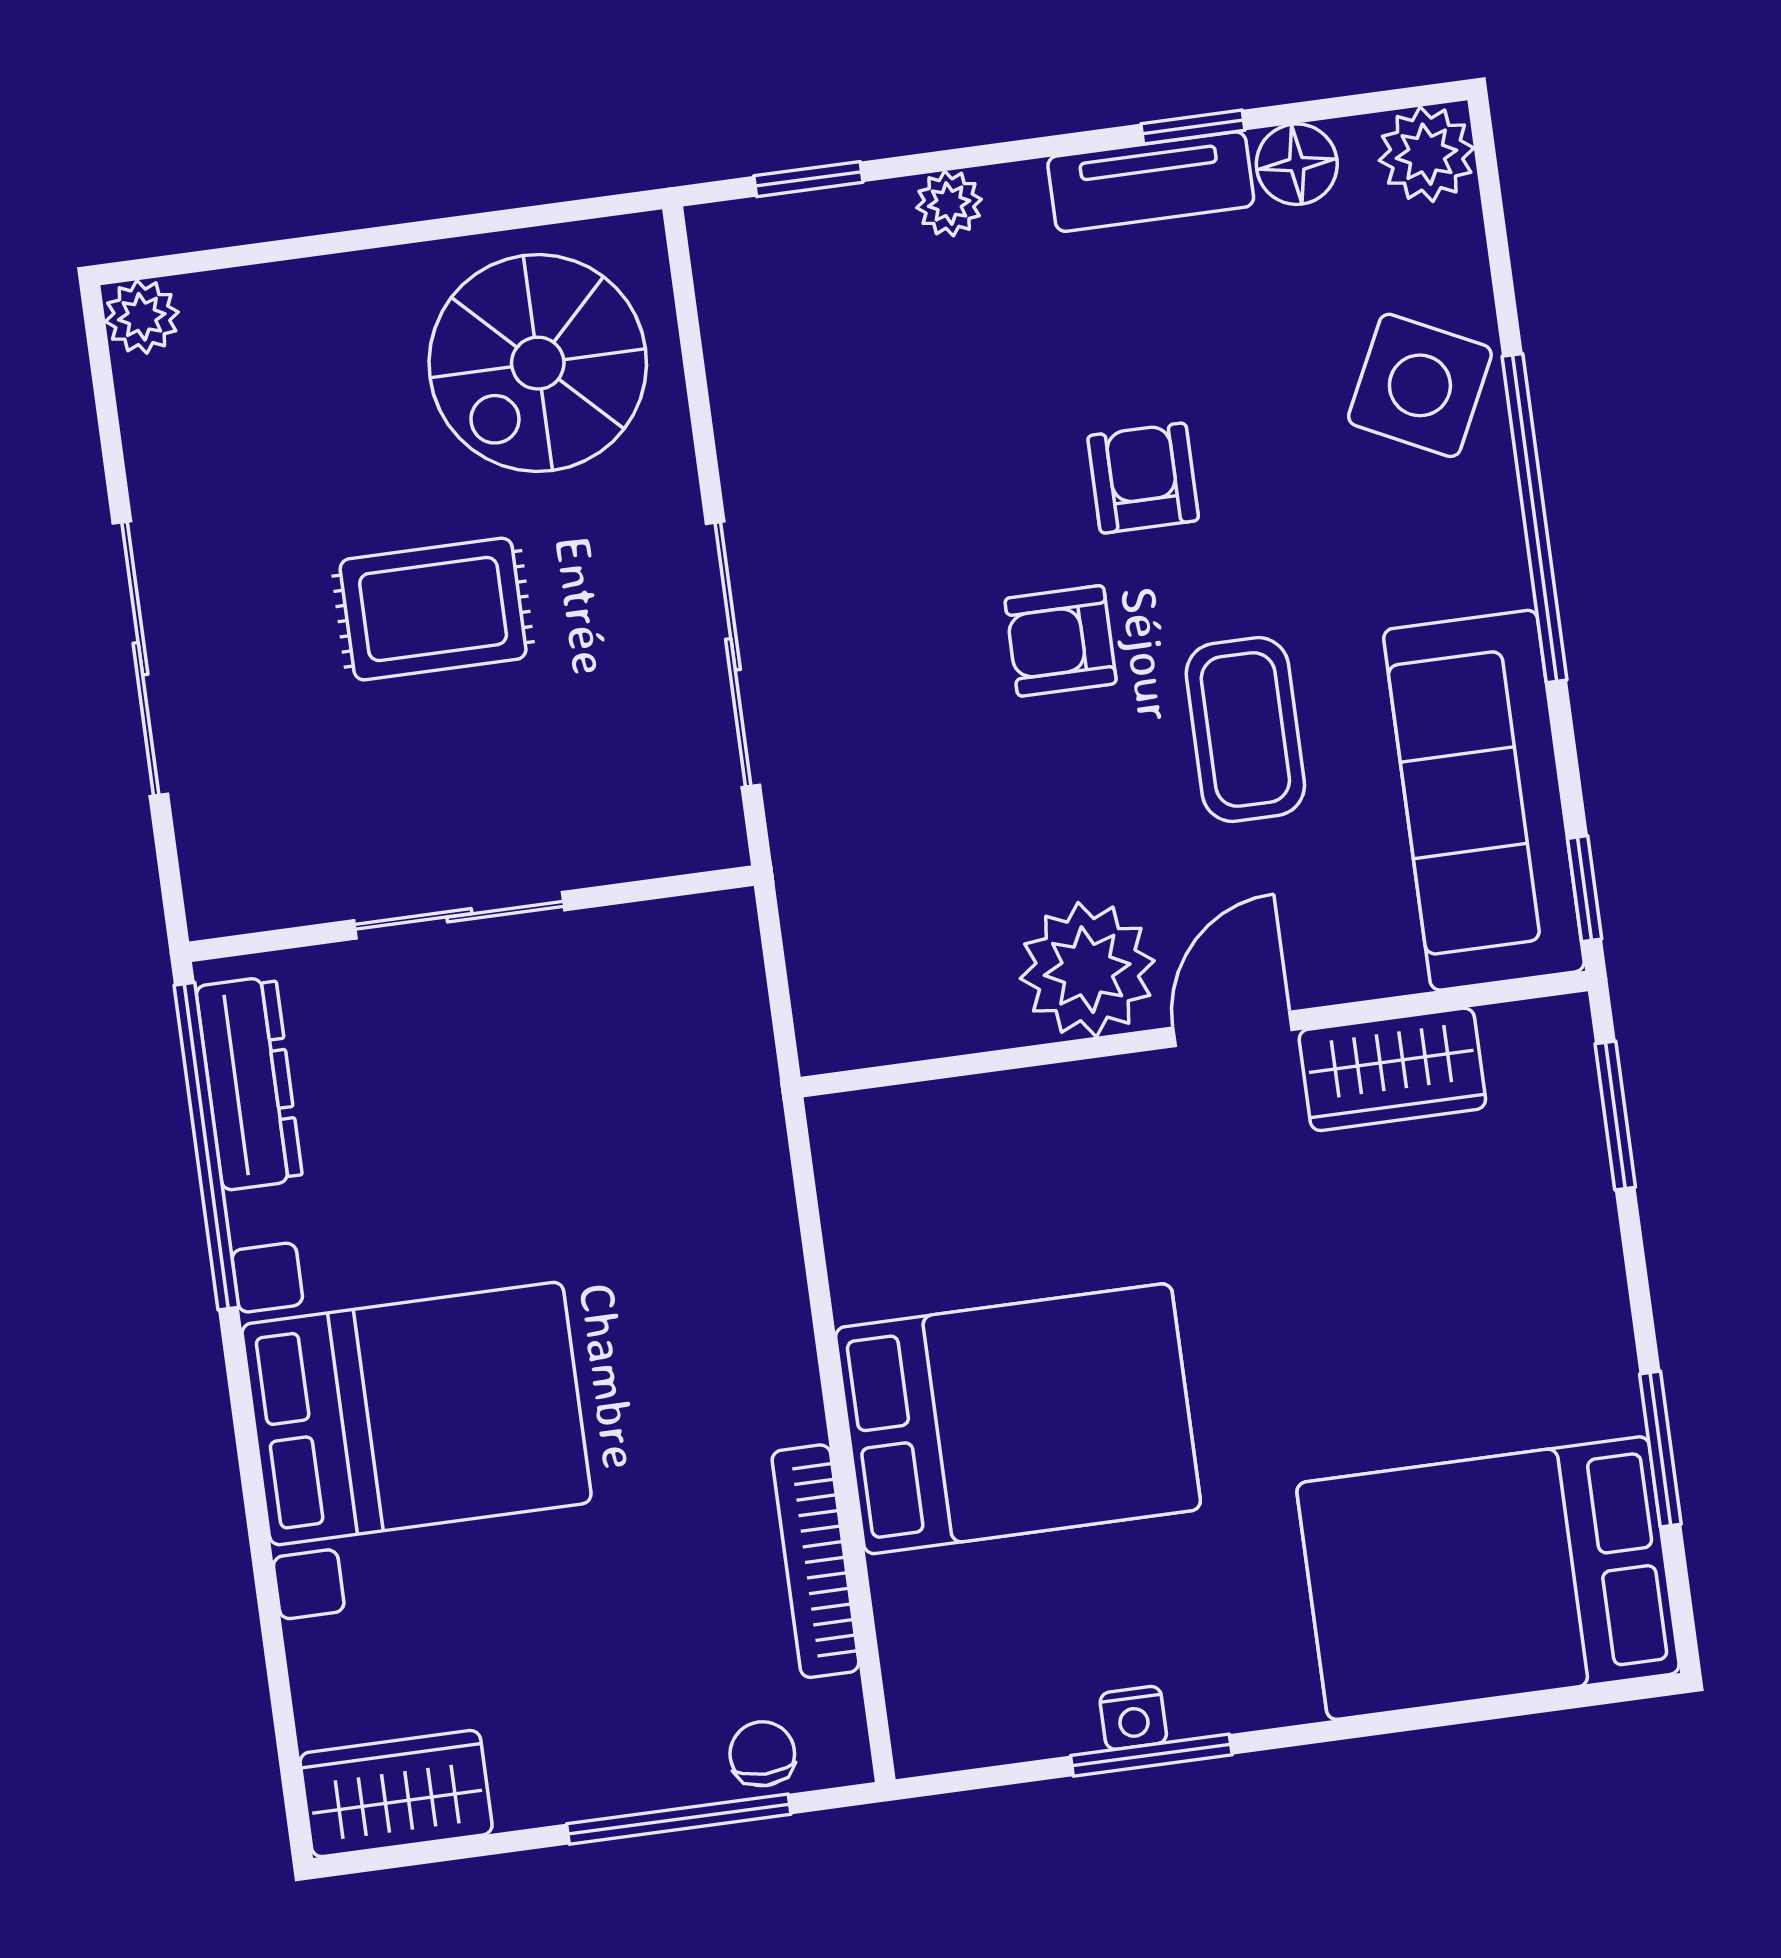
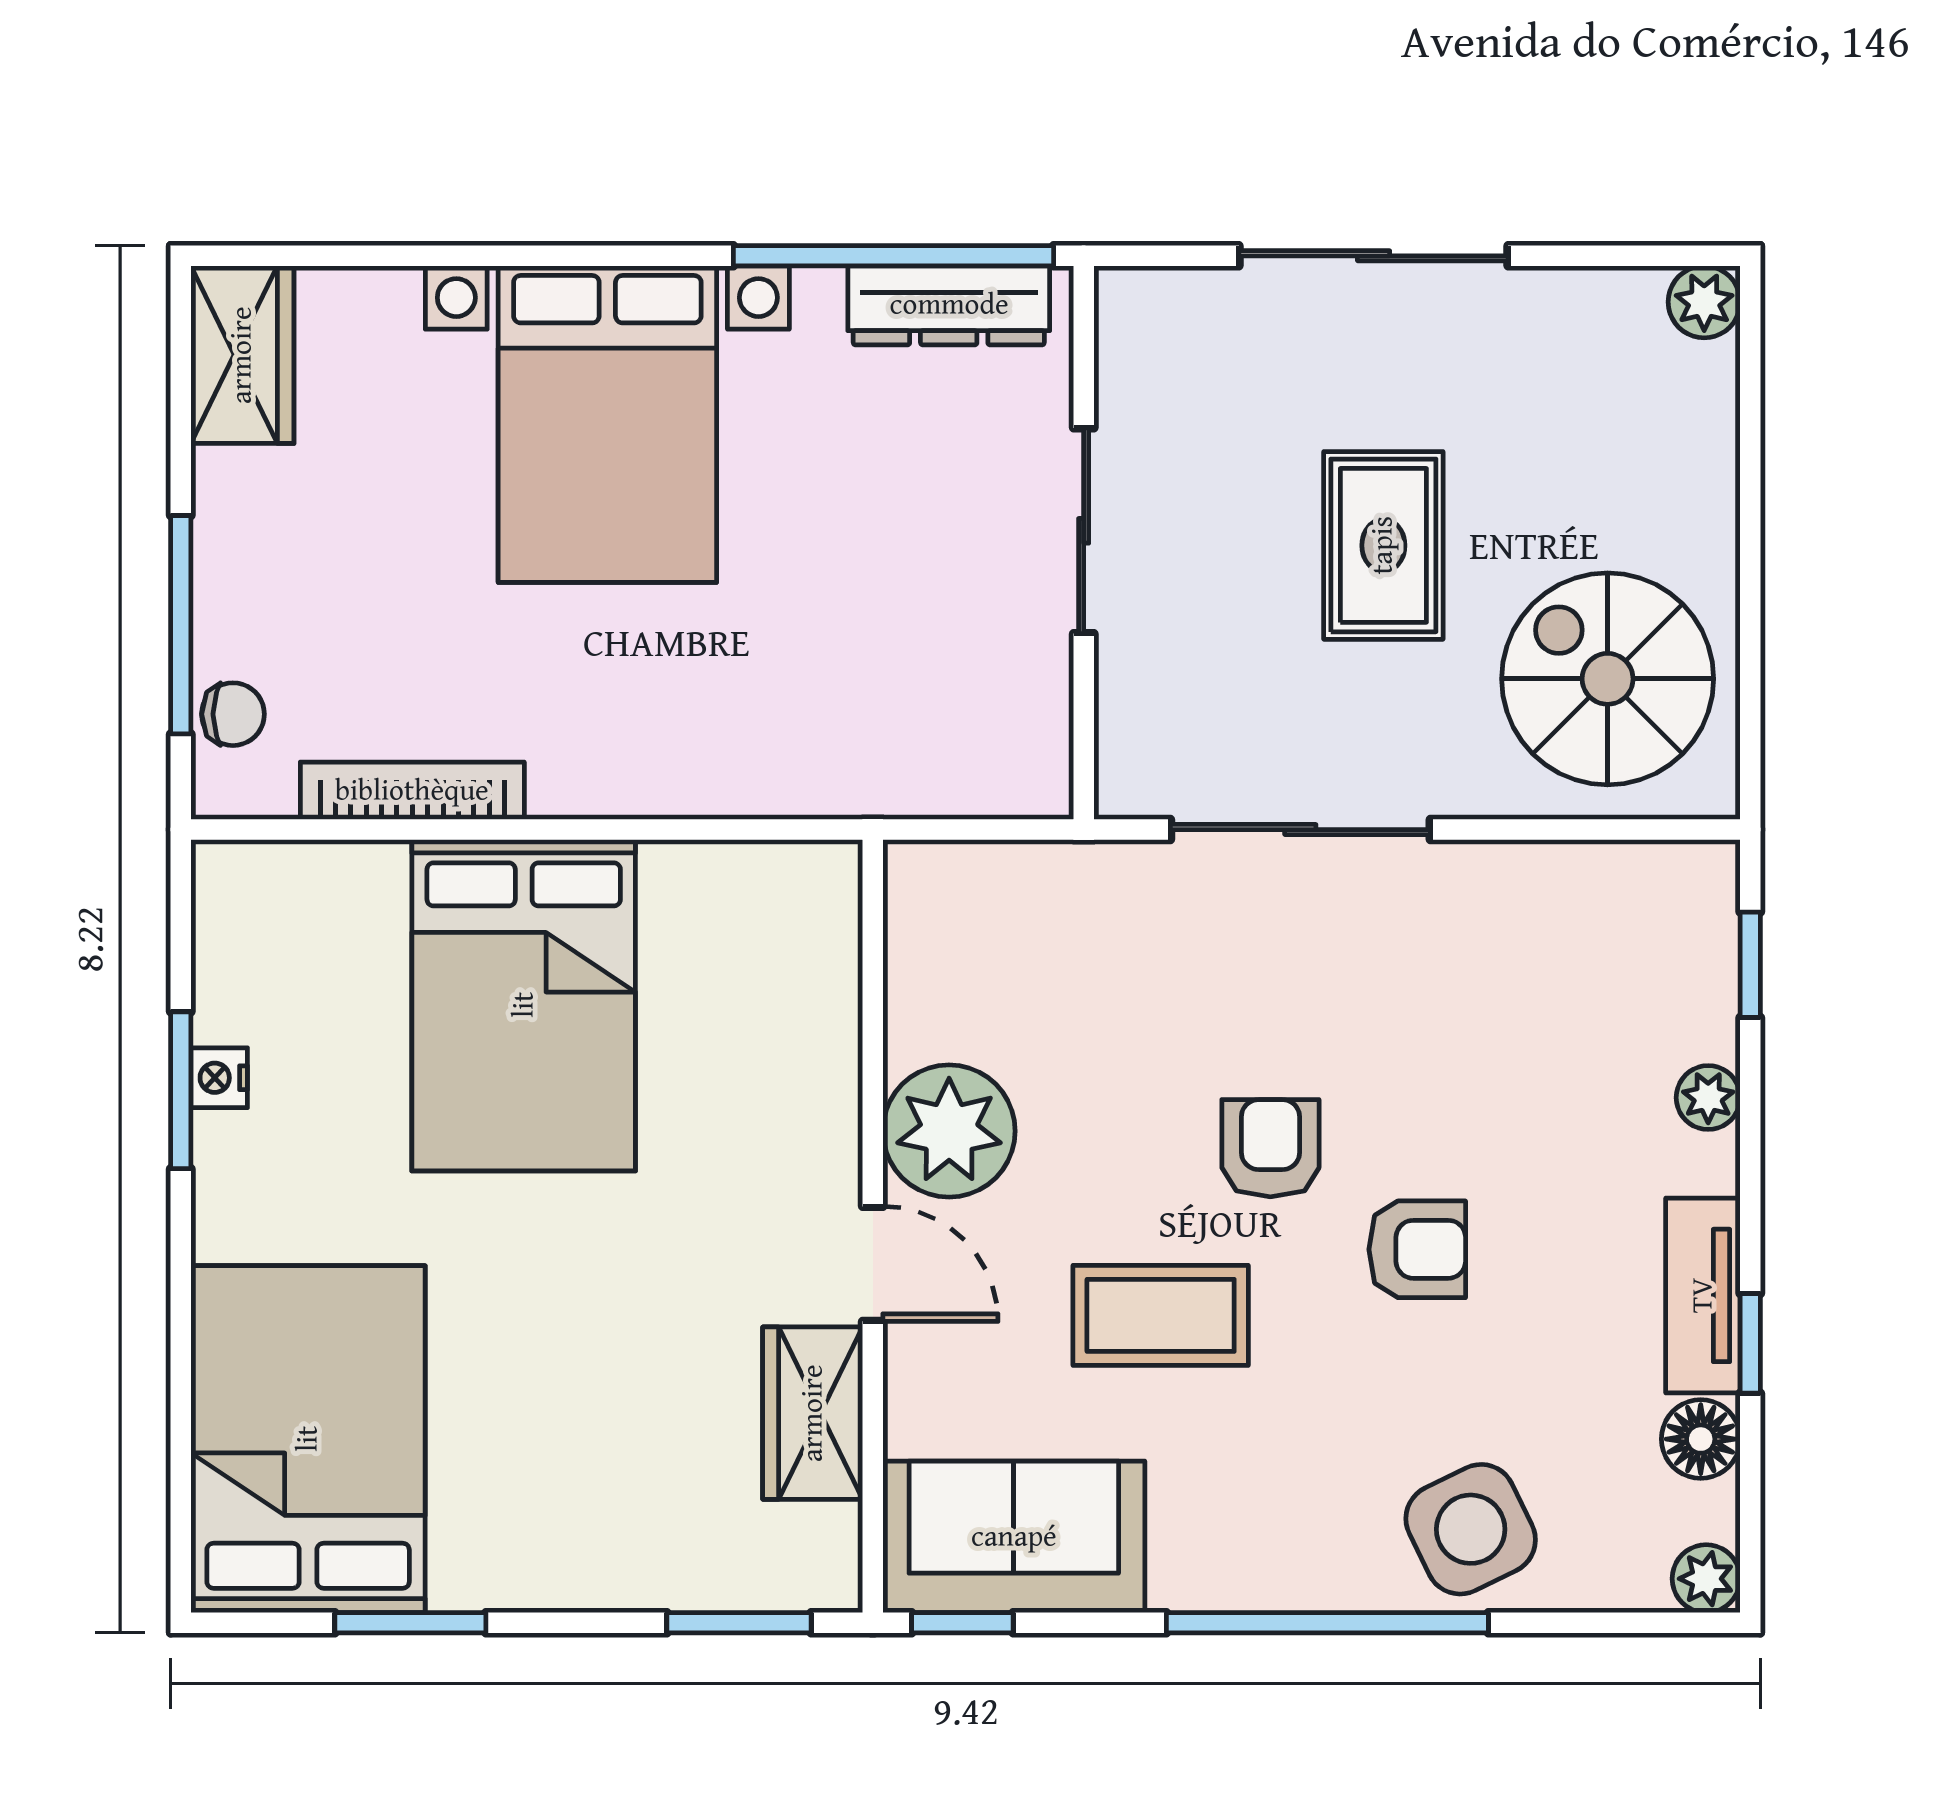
plant: (1427, 154) -> (1706, 1579), width x0.73, depth x0.73
side table: (1420, 385) -> (1471, 1529), turned 38
sofa: (1484, 800) -> (1014, 1537), width x0.73

